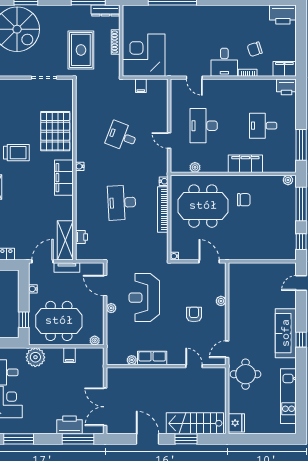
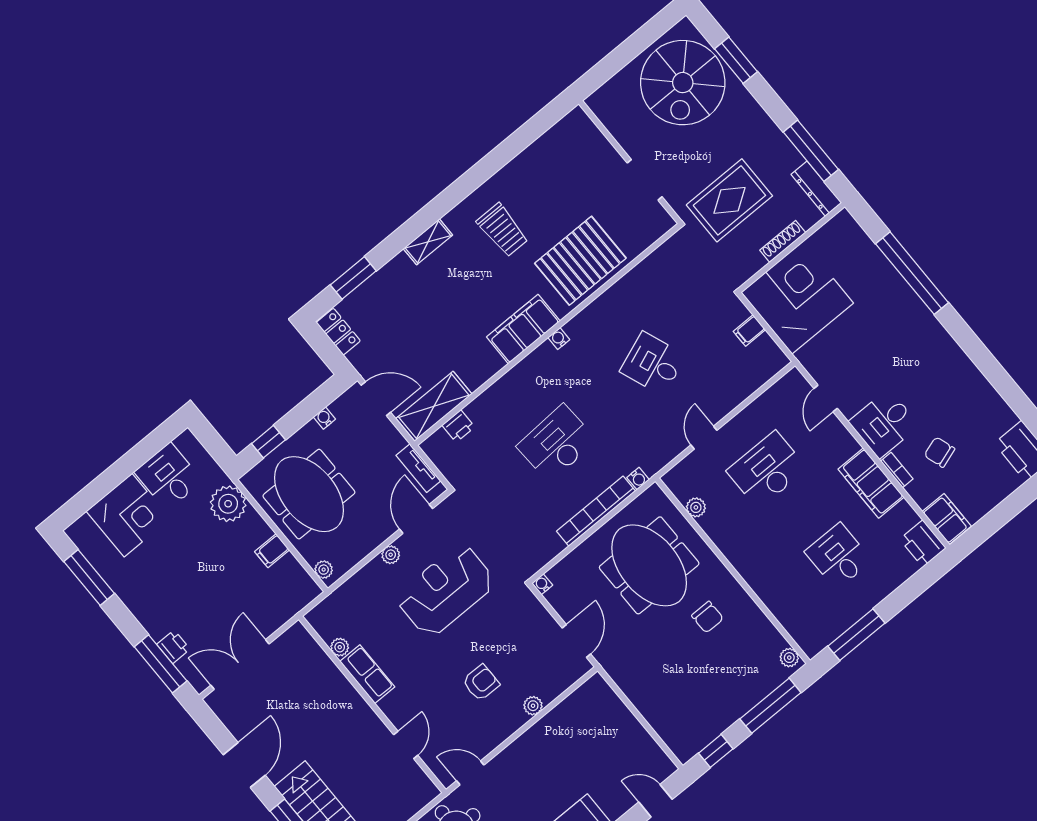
desk: (122, 136) -> (653, 364), turned -42
filing cabinet: (245, 164) -> (871, 483), moved, turned 180
tv unit: (67, 267) -> (418, 468), moved
printer: (69, 425) -> (173, 647), width x0.53, depth x0.68

